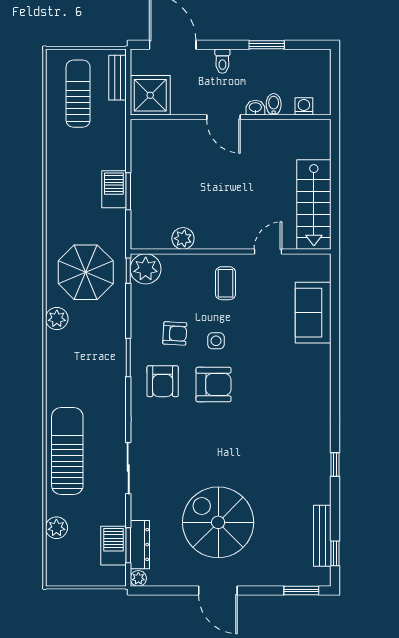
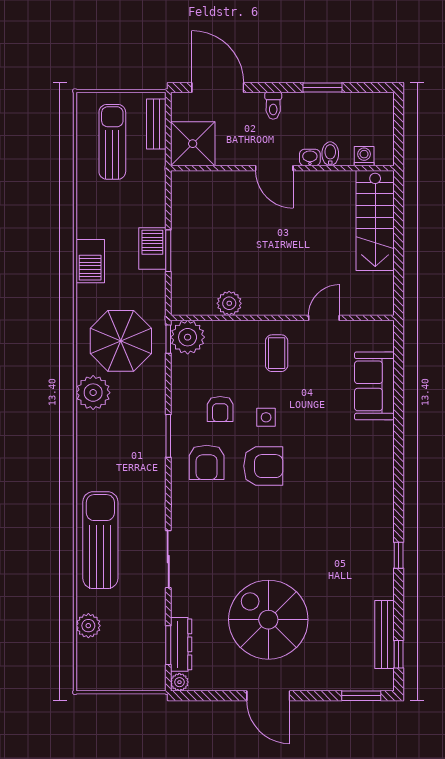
stairs: (314, 205) -> (375, 221), moved
plant: (57, 319) -> (93, 393), width x1.36, depth x1.36
armchair: (175, 333) -> (220, 409), turned 87
barbecue: (113, 546) -> (90, 261), moved, turned 180

